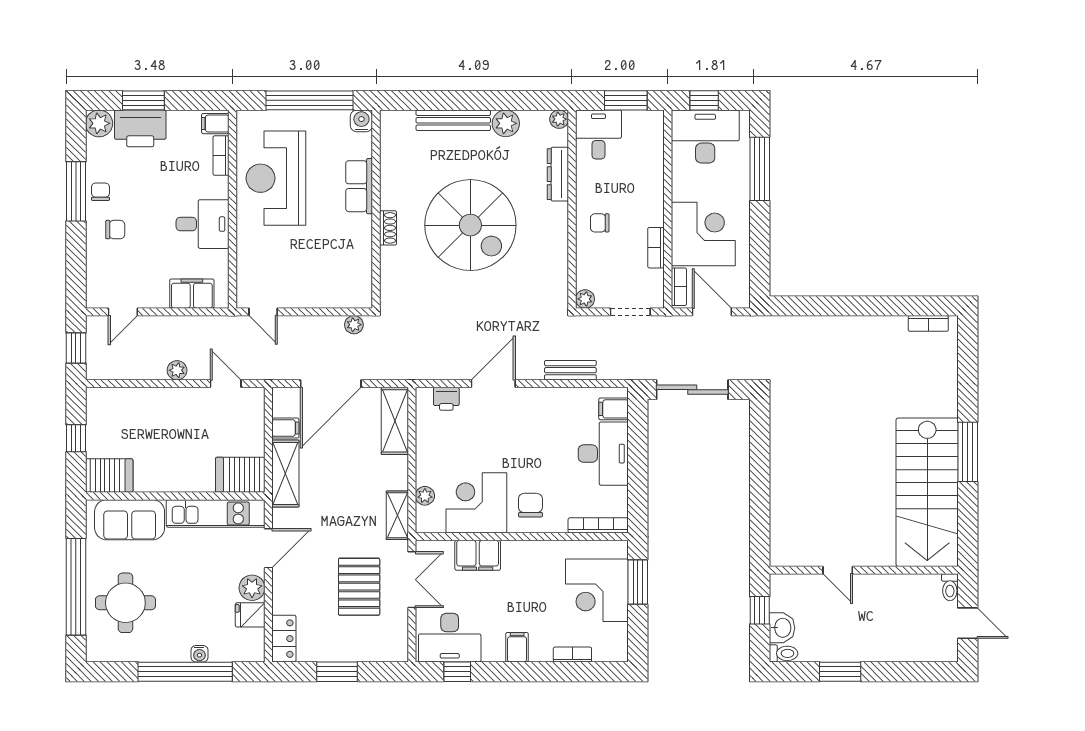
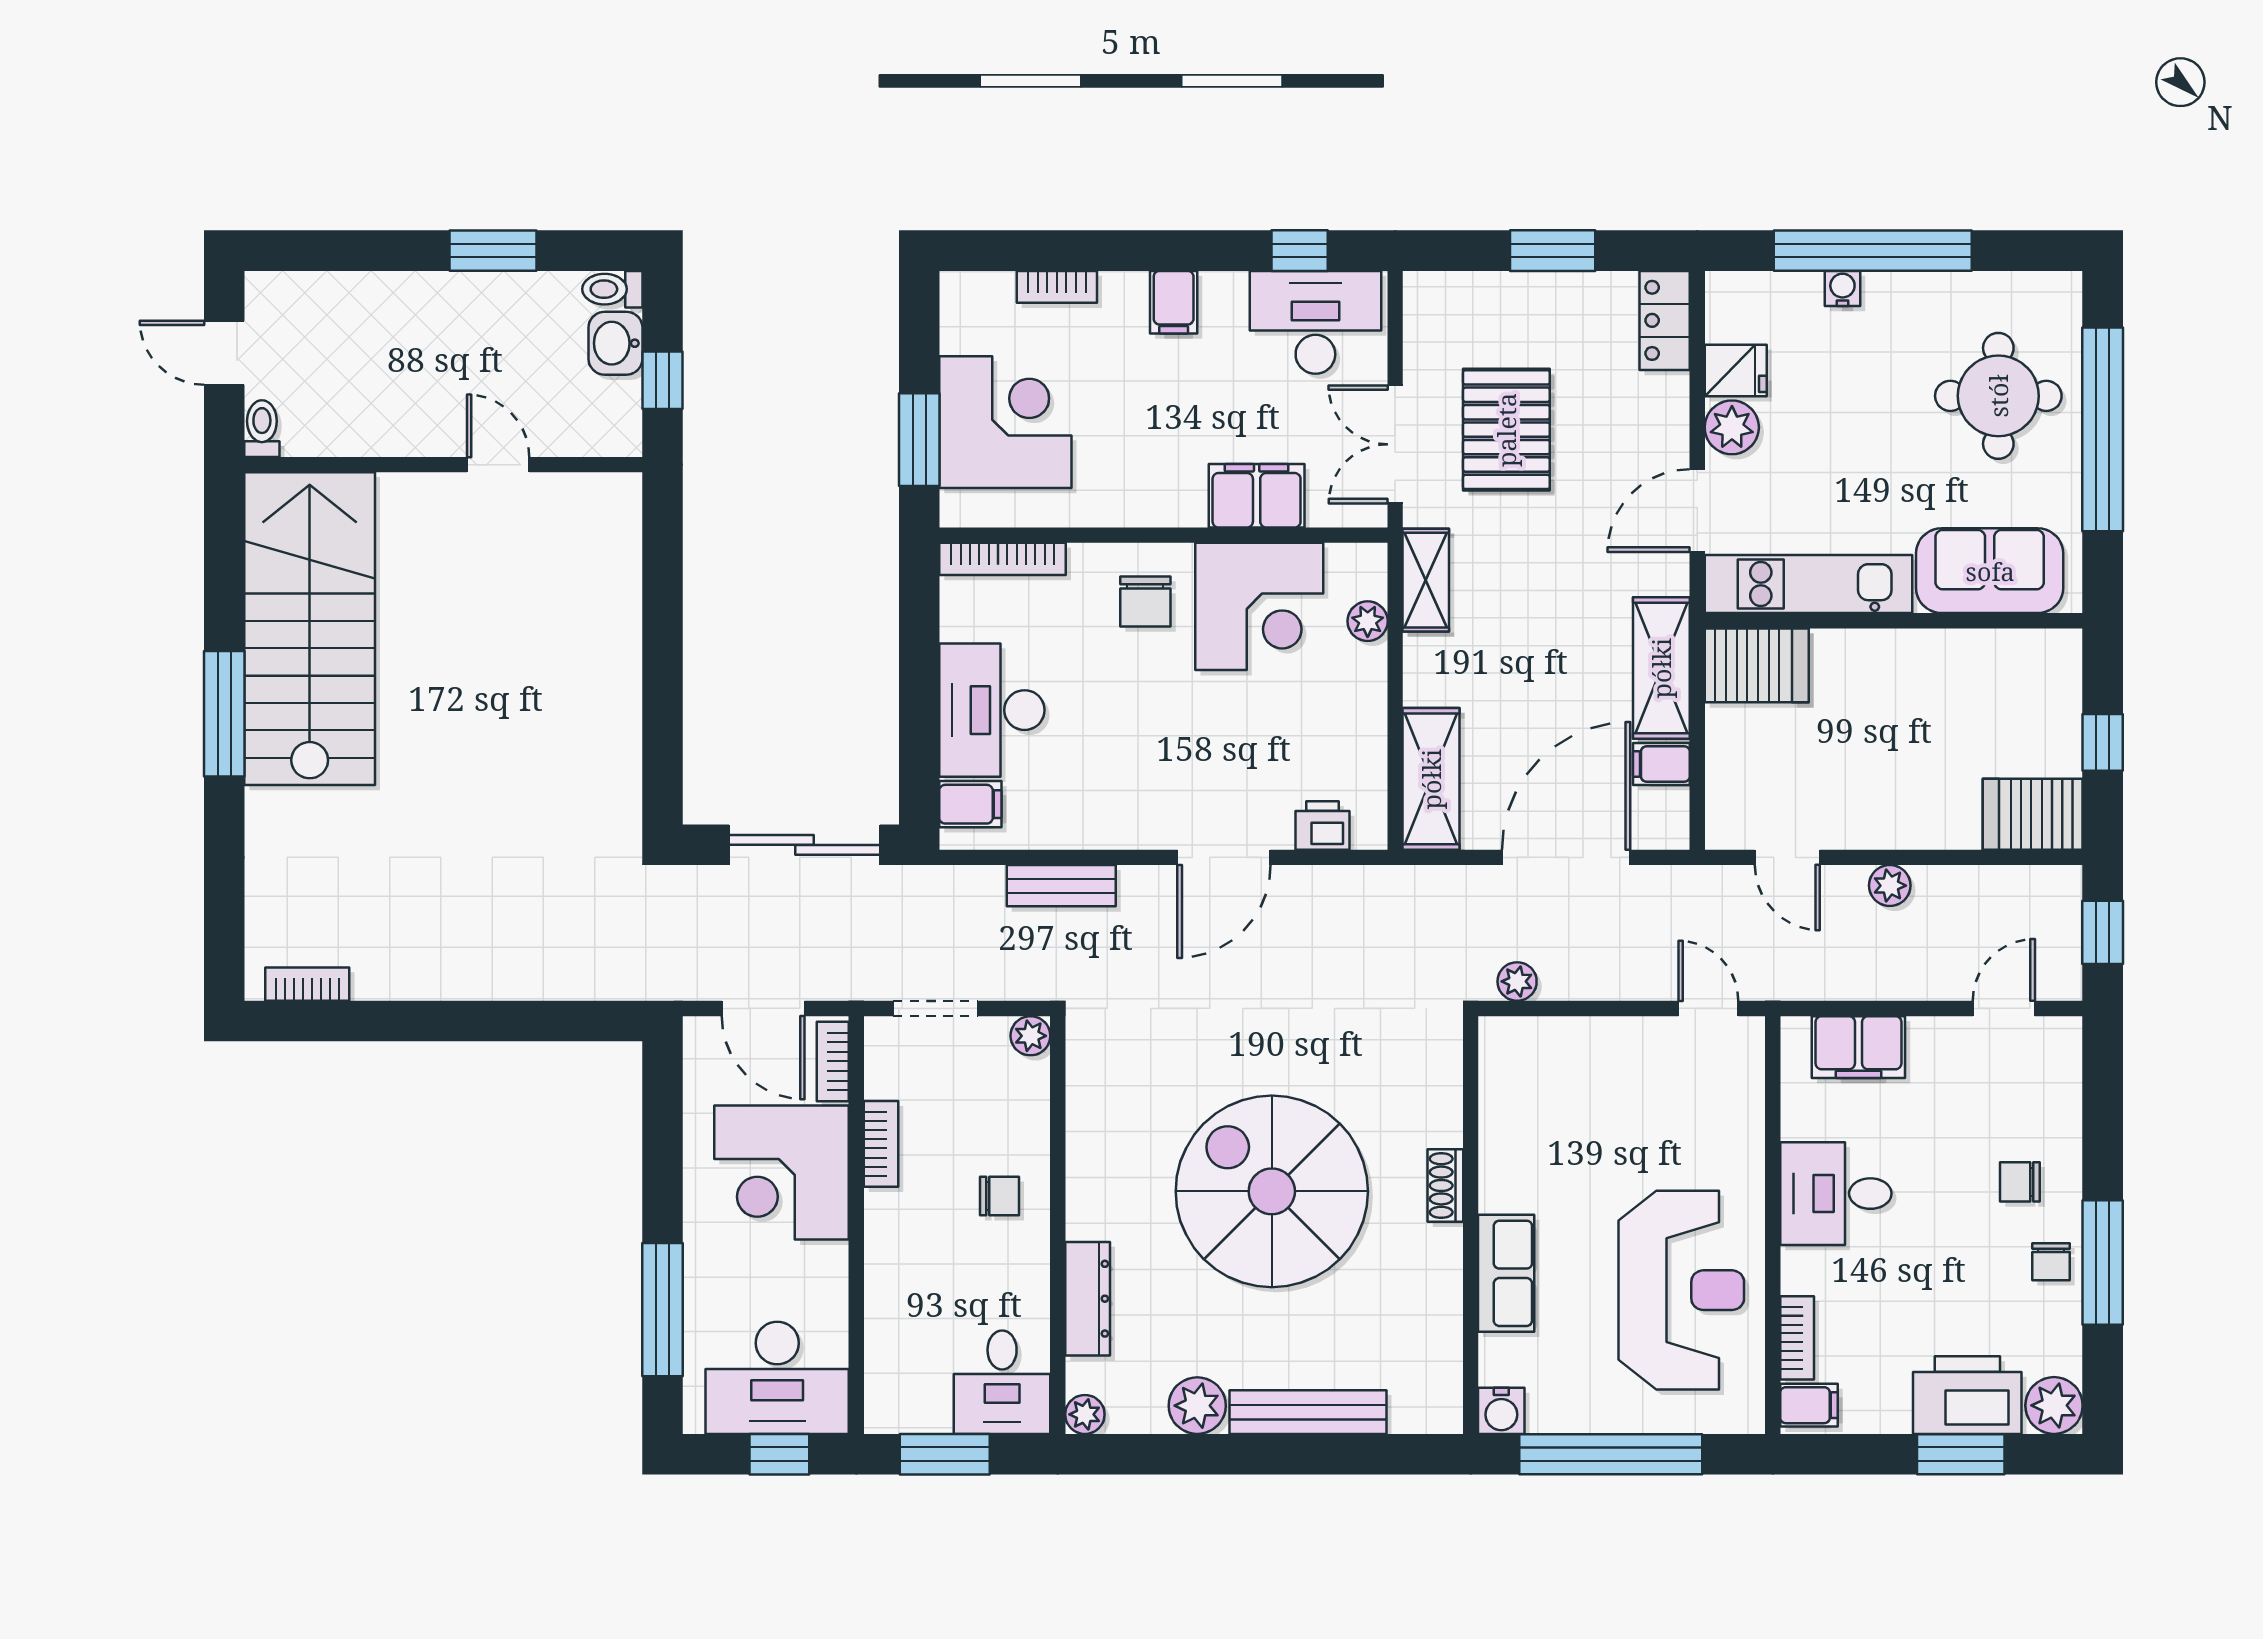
server rack: (109, 476) -> (2033, 814), moved

